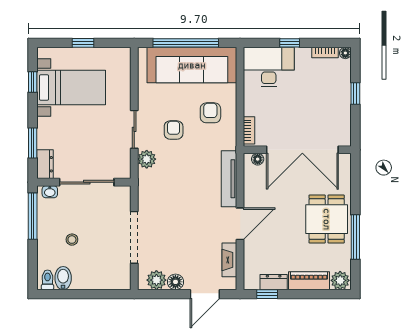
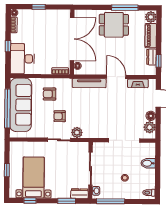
bidet: (63, 278) -> (148, 163), moved

